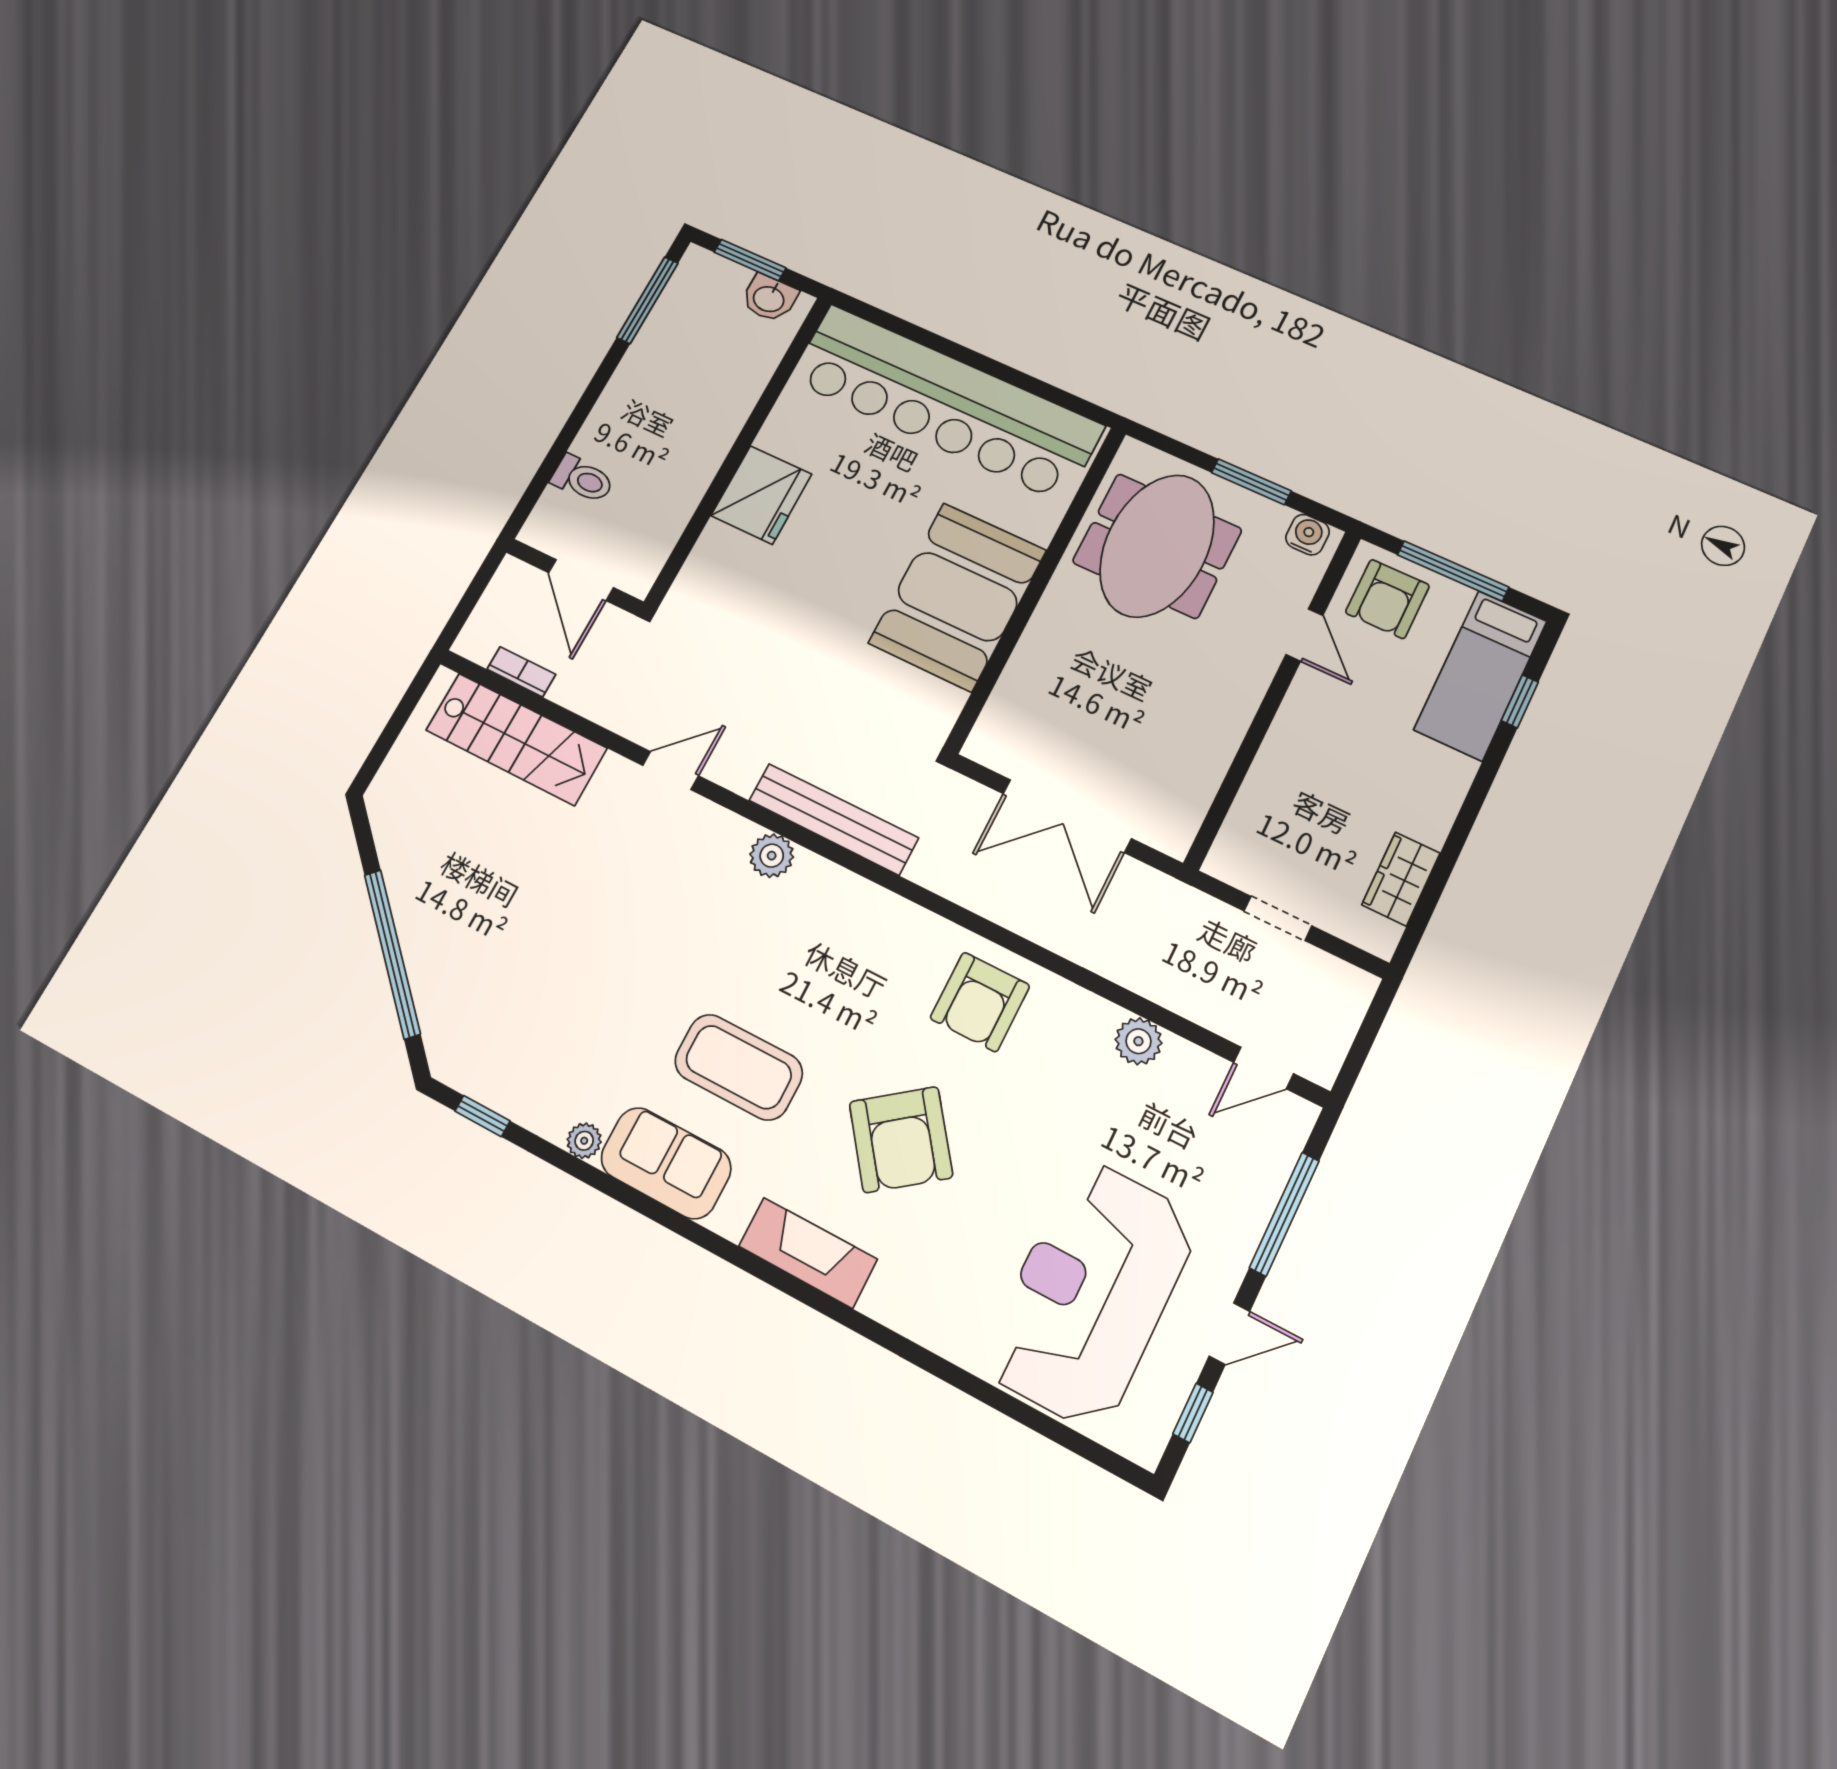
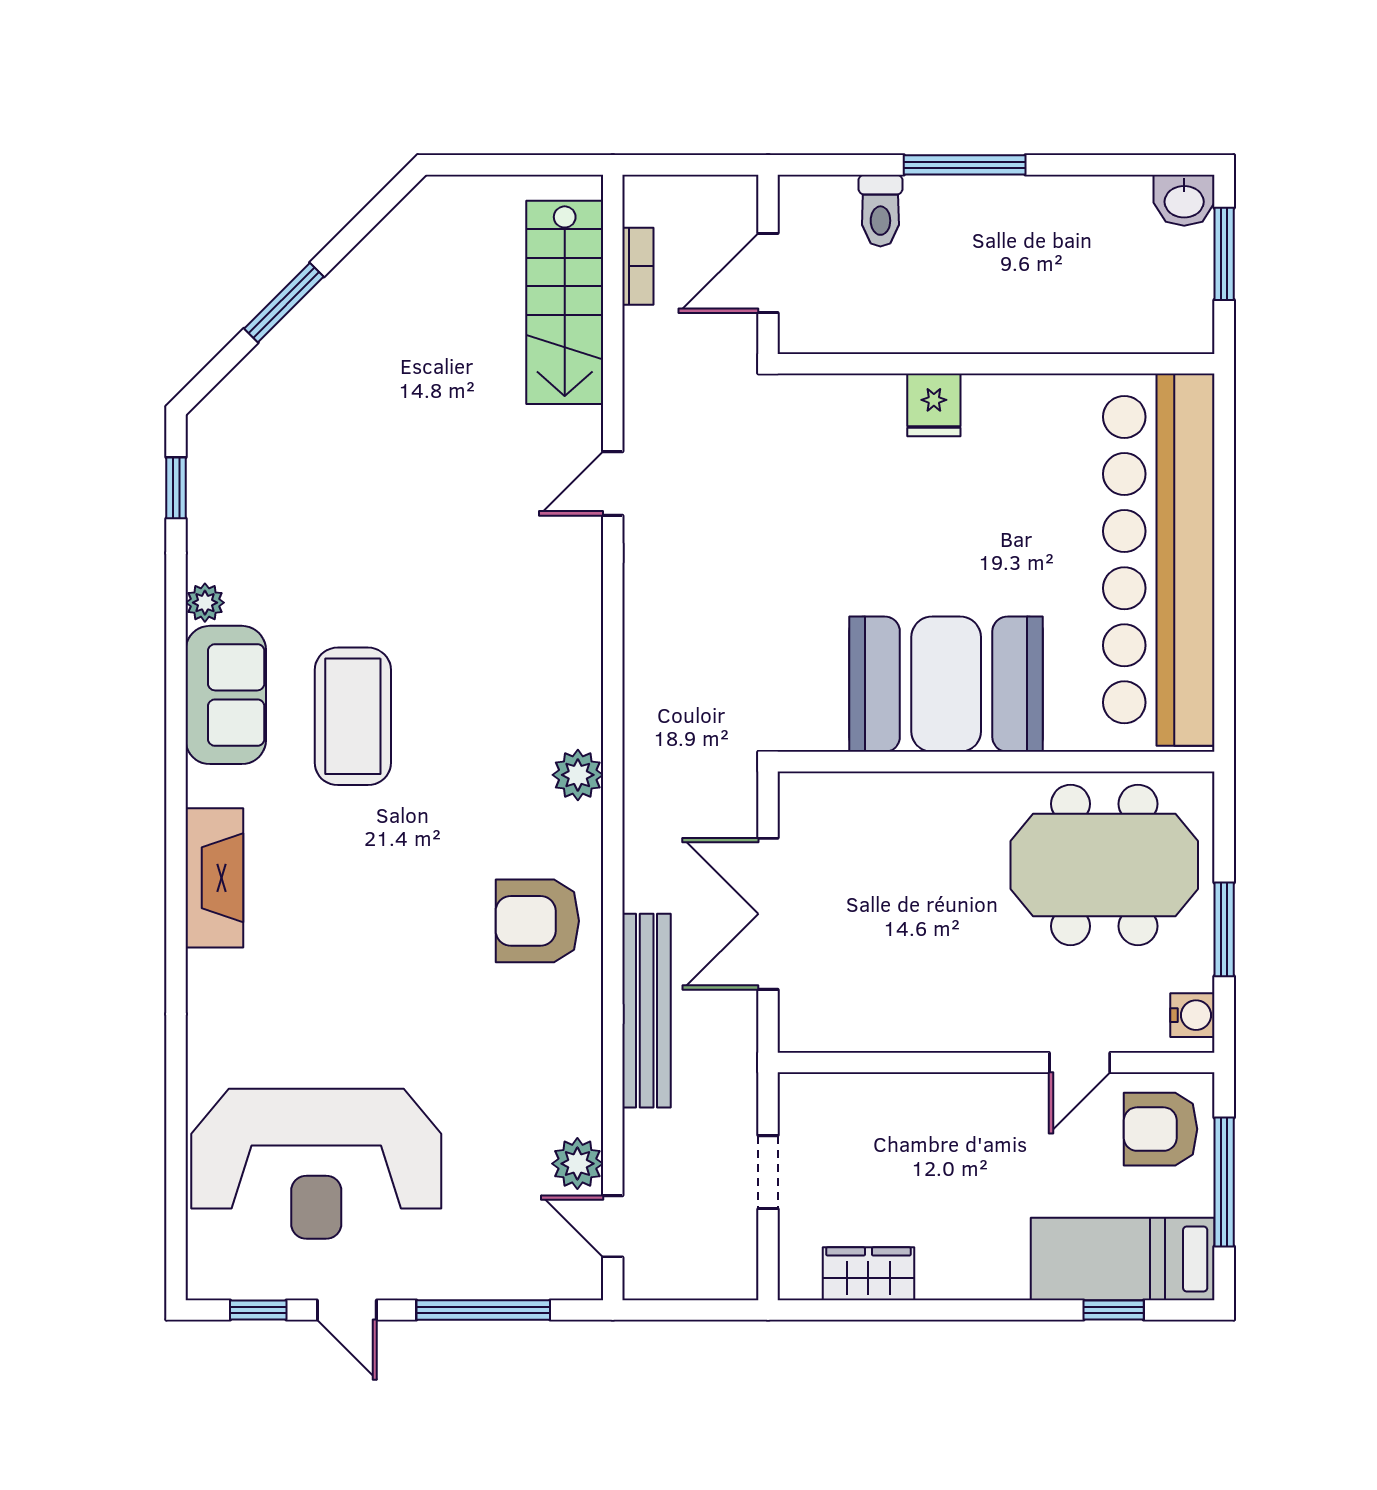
washbasin: (769, 298) -> (1184, 200), moved, turned -90
window: (647, 300) -> (965, 165), moved
fridge: (761, 495) -> (934, 405), width x0.53, depth x0.75
door: (671, 771) -> (613, 483), swing flipped
bench: (834, 819) -> (647, 1011), moved
plant: (772, 856) -> (578, 775), moved
window: (392, 954) -> (284, 303), width x0.47
plant: (1138, 1041) -> (577, 1164), moved
armchair: (901, 1140) -> (366, 912), removed
reception desk: (1090, 1293) -> (316, 1164), turned 180

